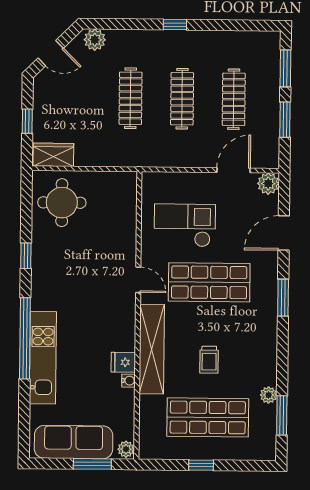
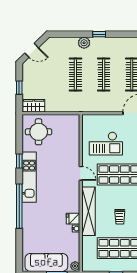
plant: (95, 40) -> (84, 43), moved
checkout: (185, 225) -> (106, 144), turned 180
kitchen unit: (43, 358) -> (29, 177), moved

